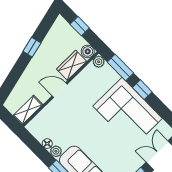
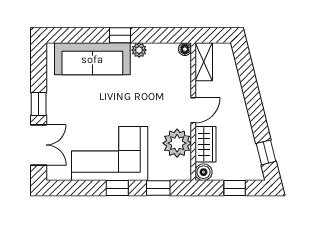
window: (32, 47) -> (266, 152), moved
plant: (99, 62) -> (177, 143), moved, width x1.87, depth x1.87
window: (120, 67) -> (158, 188), width x0.67
floor lamp: (47, 144) -> (185, 49), moved

